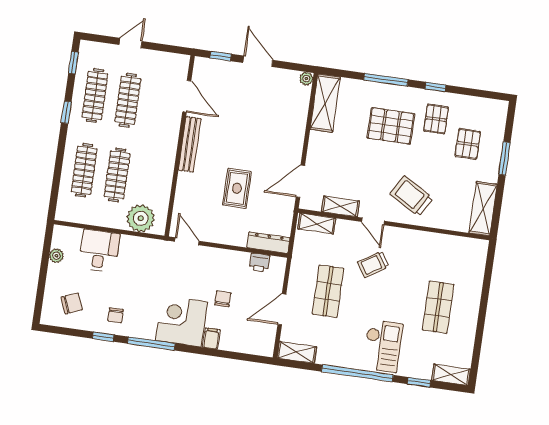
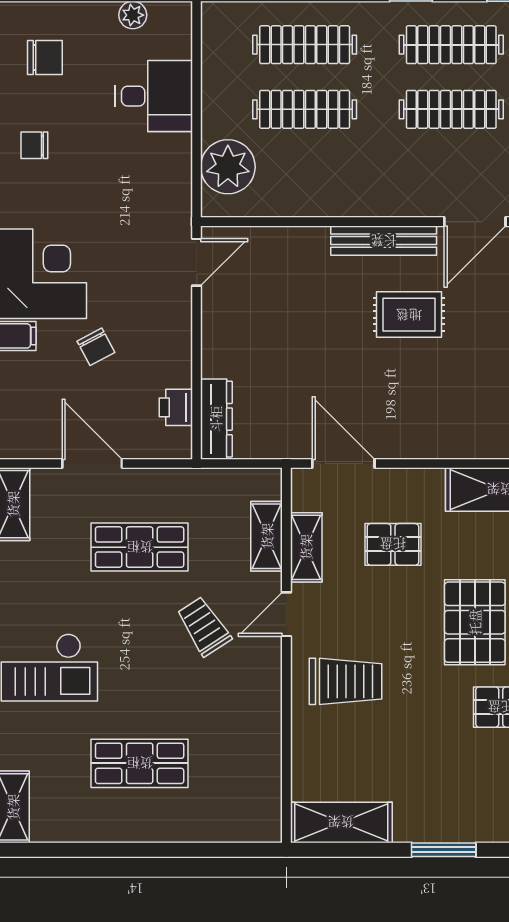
pallet: (468, 144) -> (393, 544), moved
rug: (237, 188) -> (409, 315), moved
trolley: (412, 196) -> (346, 681), turned 60
shelving: (317, 224) -> (267, 536), moved
chair: (223, 299) -> (96, 347), turned 62
chair: (72, 303) -> (45, 58), turned -68

